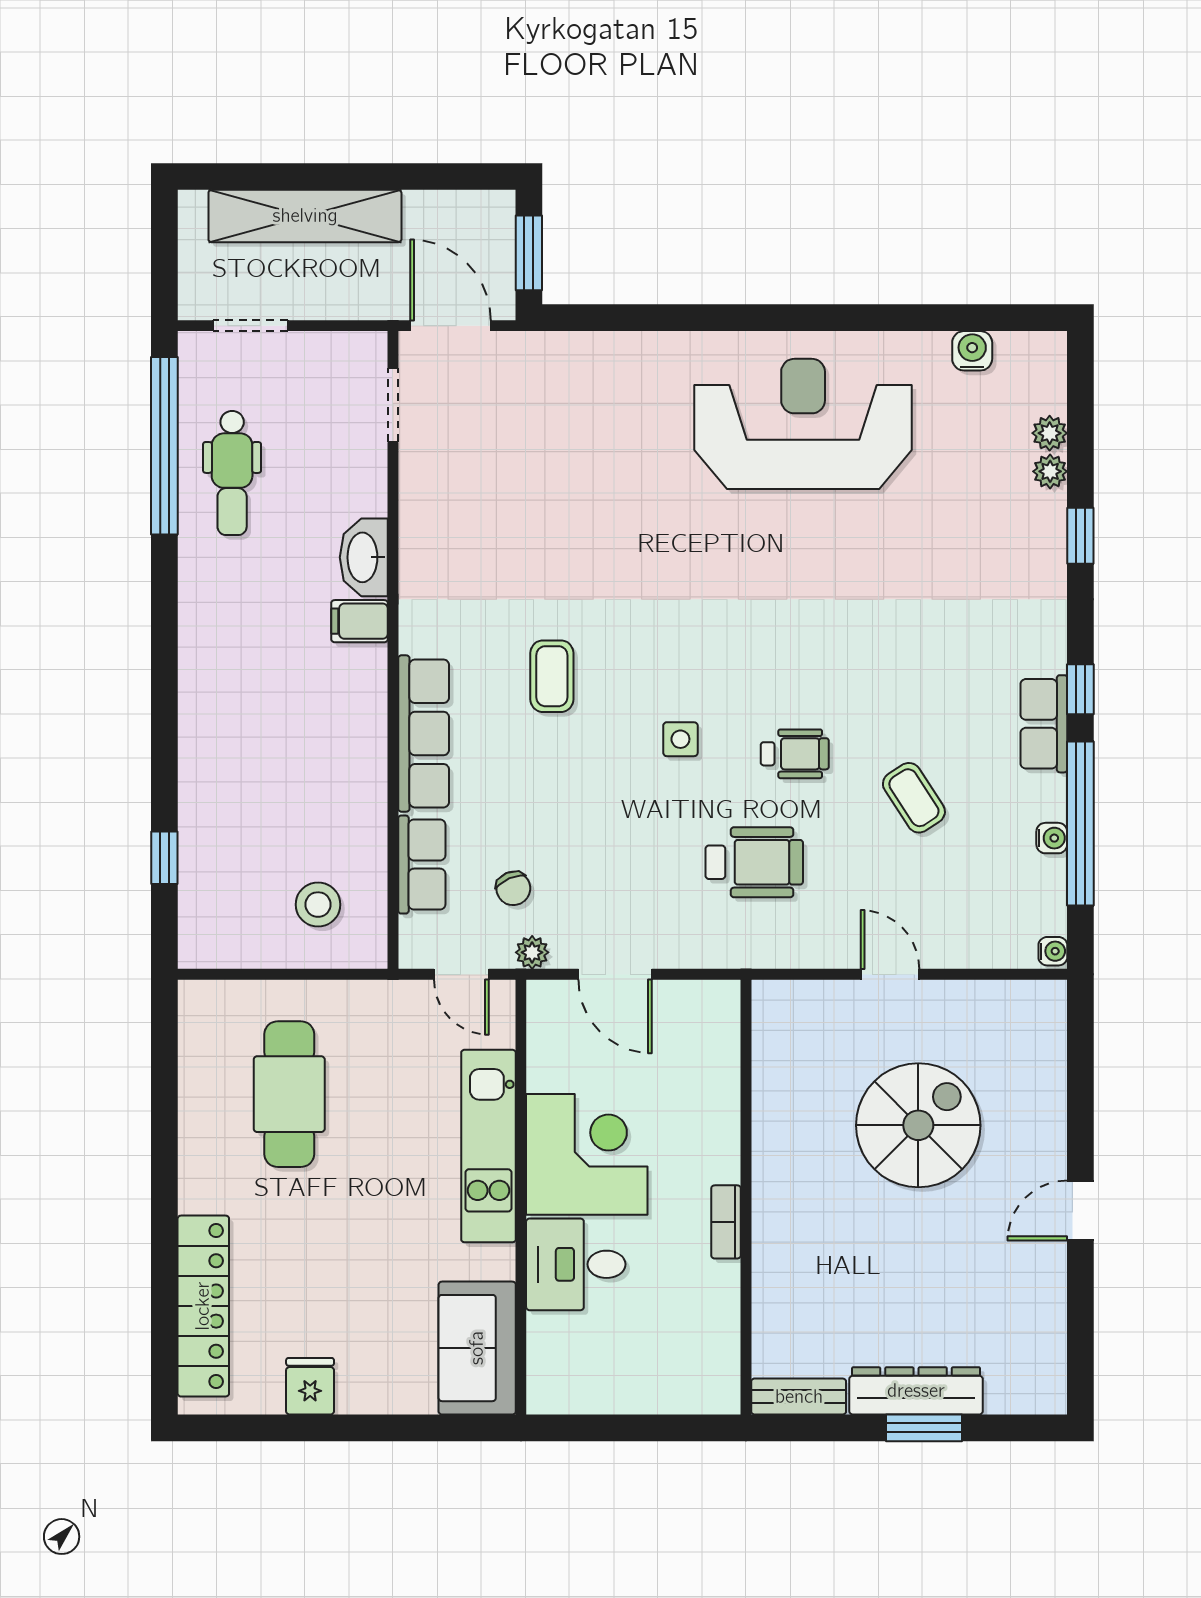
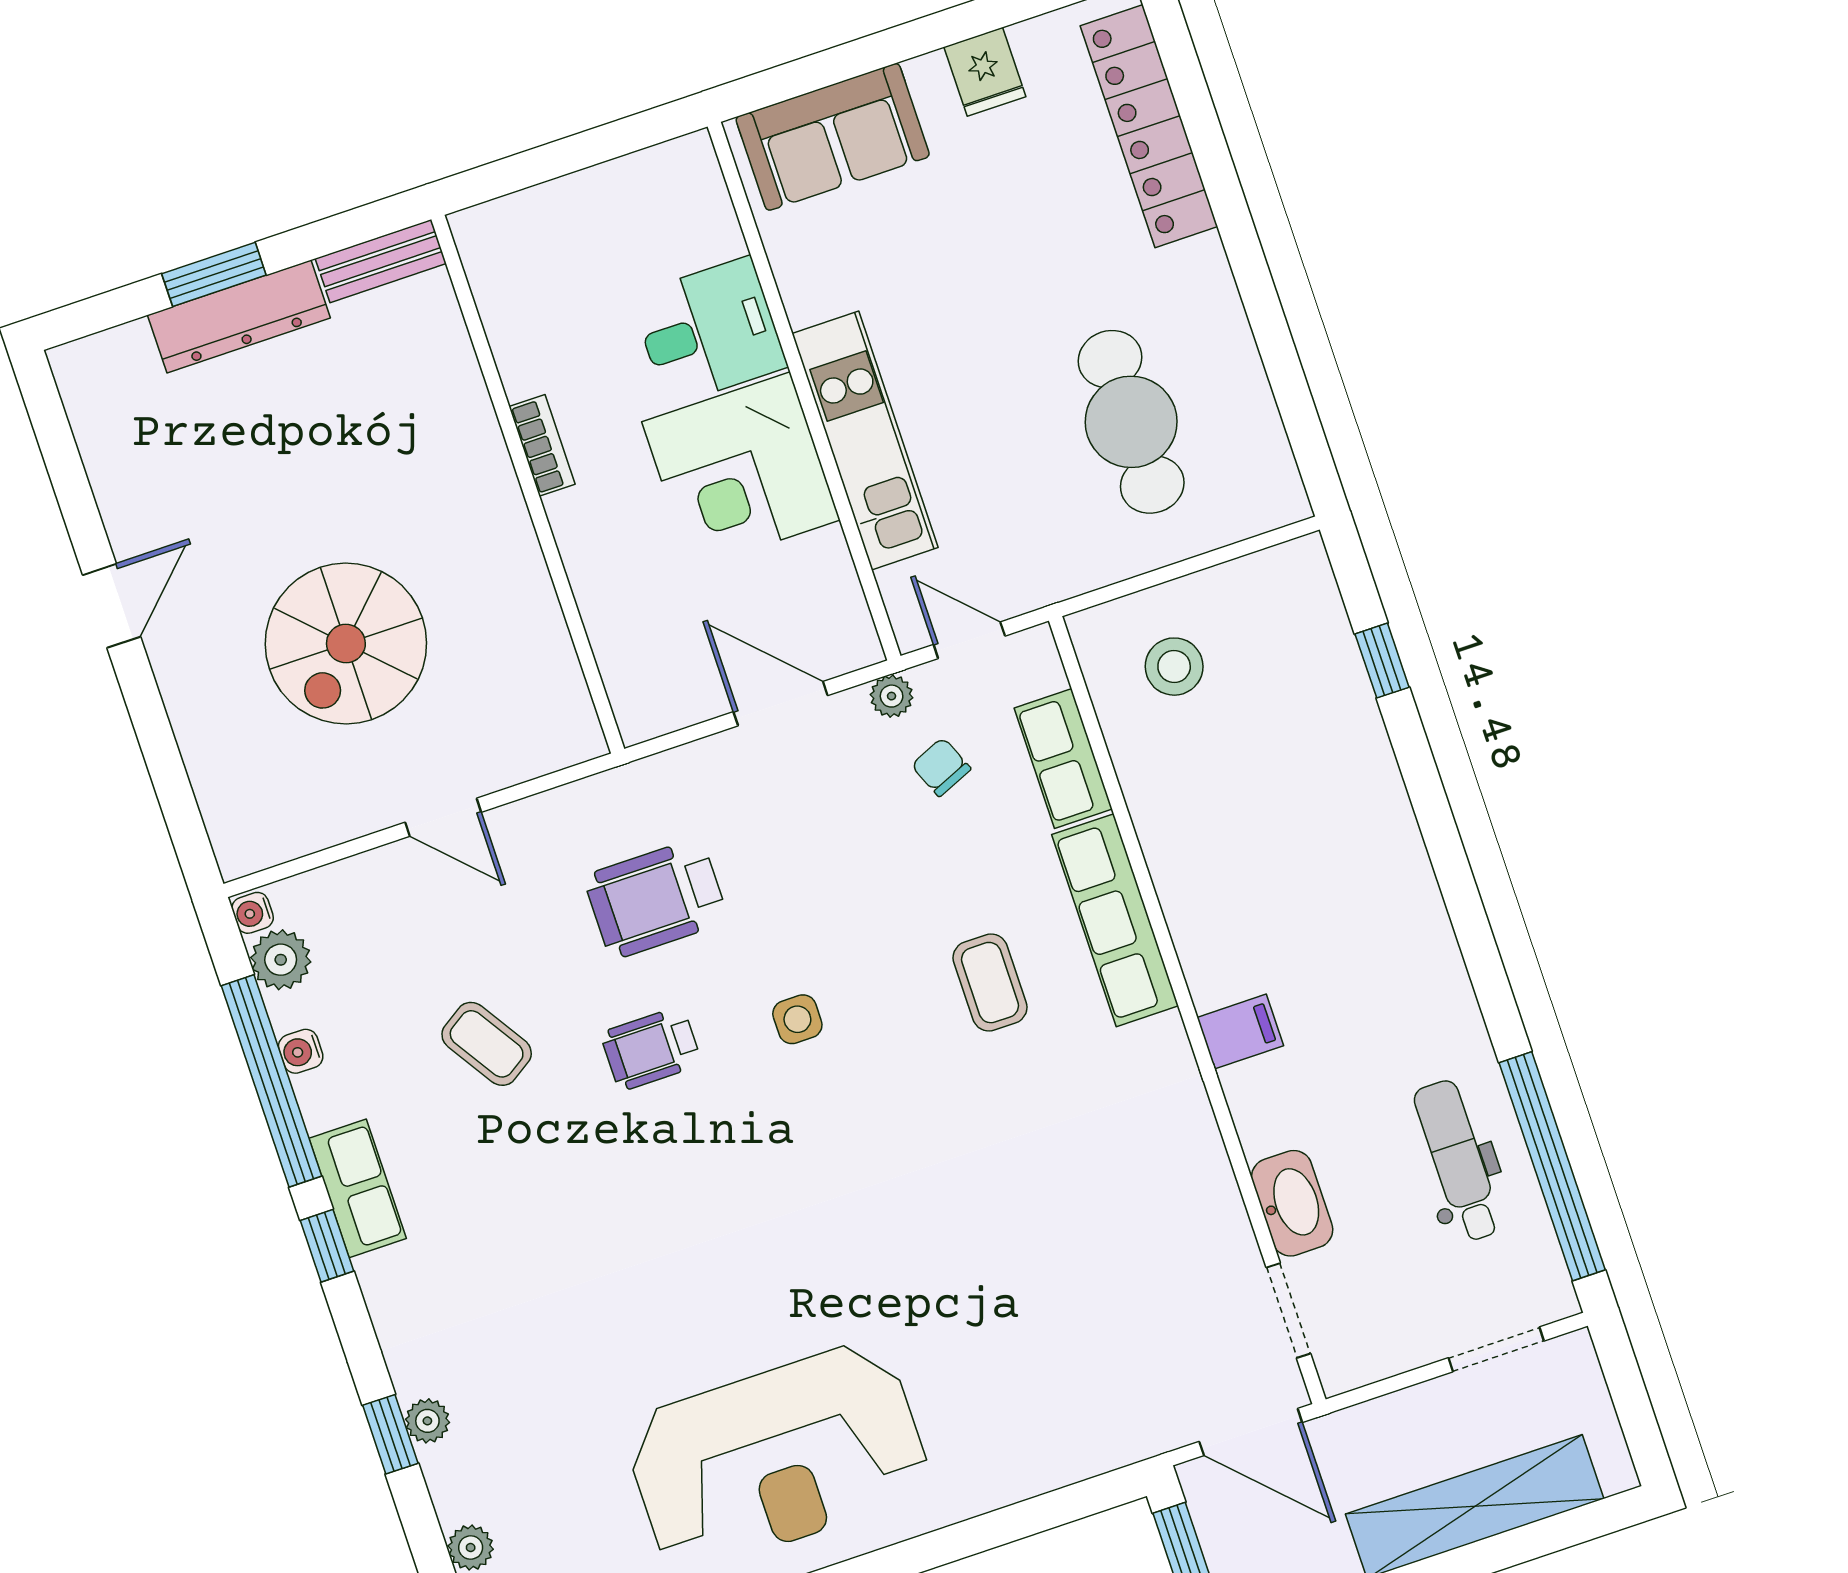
plant: (1050, 471) -> (427, 1421), moved
washbasin: (364, 557) -> (1292, 1203), moved
coffee table: (552, 676) -> (990, 983), moved
plant: (1044, 910) -> (281, 960), added
sofa: (477, 1348) -> (833, 137), moved, turned 90

